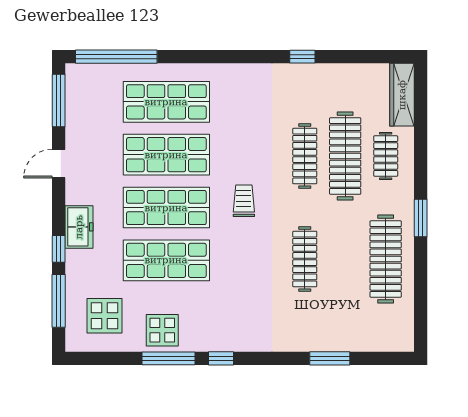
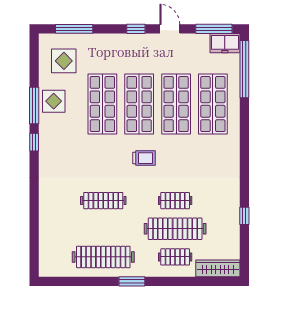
window: (302, 57) -> (244, 216), moved
clothes rail: (305, 156) -> (175, 201), width x0.73
freezer: (79, 227) -> (225, 43), moved
window: (59, 249) -> (136, 29), moved
window: (330, 358) -> (34, 218), removed

